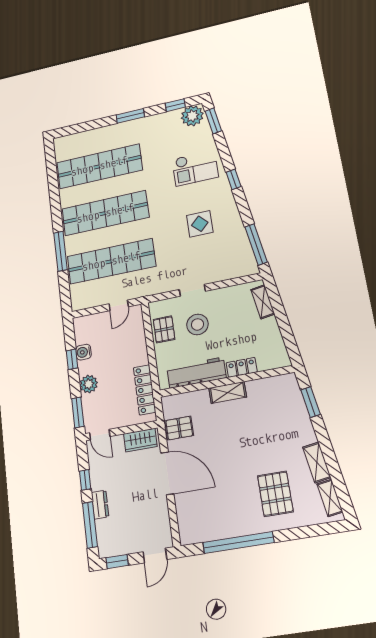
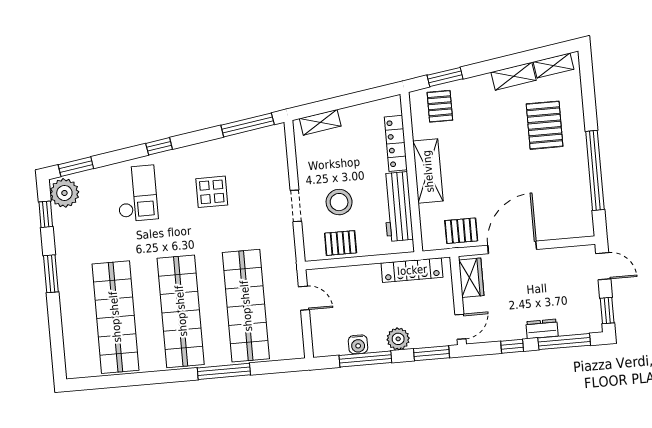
window: (72, 359) -> (365, 359), width x2.17
locker: (242, 367) -> (396, 143), width x1.53
shelving: (228, 392) -> (428, 171), width x1.50, depth x1.33
pallet: (284, 400) -> (440, 106), added
pallet: (179, 428) -> (461, 231), turned 90
pallet: (275, 494) -> (545, 125), turned 90

